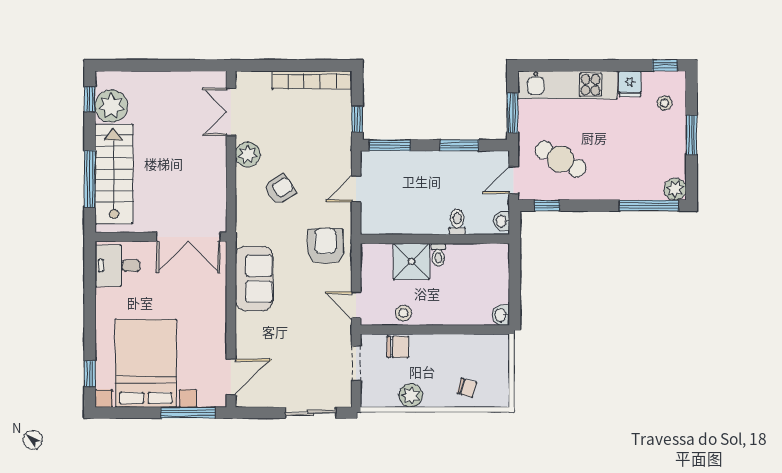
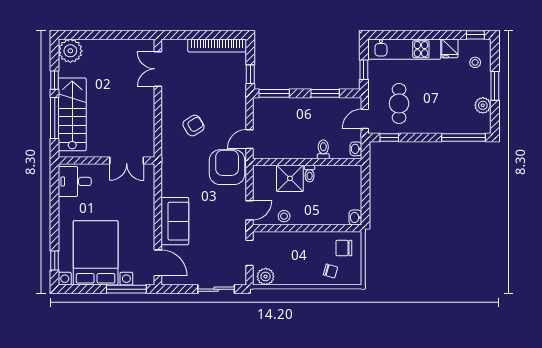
window: (90, 99) -> (55, 80), moved
plant: (111, 106) -> (70, 51), moved
window: (512, 113) -> (364, 70), width x0.67
plant: (248, 154) -> (170, 100), removed
cafe table: (561, 159) -> (399, 103), turned 61
door: (356, 189) -> (249, 139), moved
plant: (675, 189) -> (483, 105), moved
double door: (188, 237) -> (127, 160), width x0.73
armchair: (325, 246) -> (227, 167), width x1.36, depth x1.36
sofa: (254, 279) -> (175, 221), moved
door: (356, 305) -> (249, 210), swing flipped
chair: (398, 347) -> (344, 248), moved, turned 180
door: (231, 377) -> (158, 263), hinge flipped
plant: (411, 395) -> (266, 276), moved

